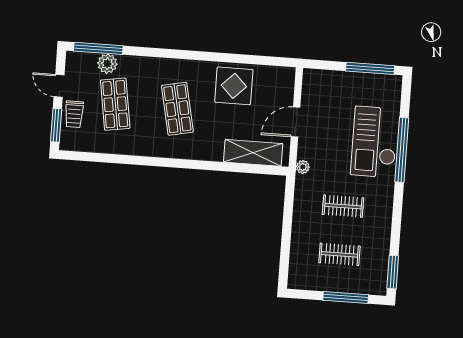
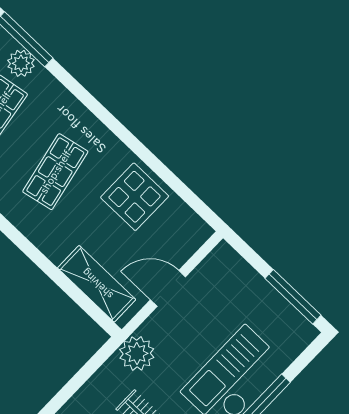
plant: (303, 167) -> (137, 354), width x1.88, depth x1.88

